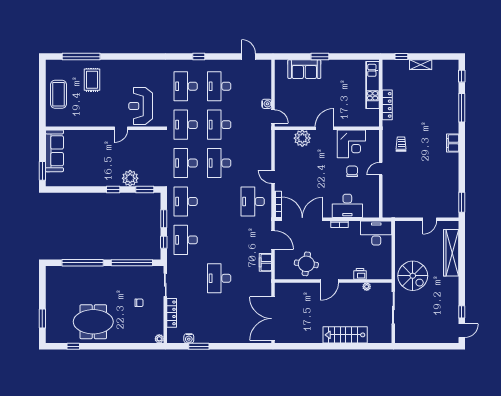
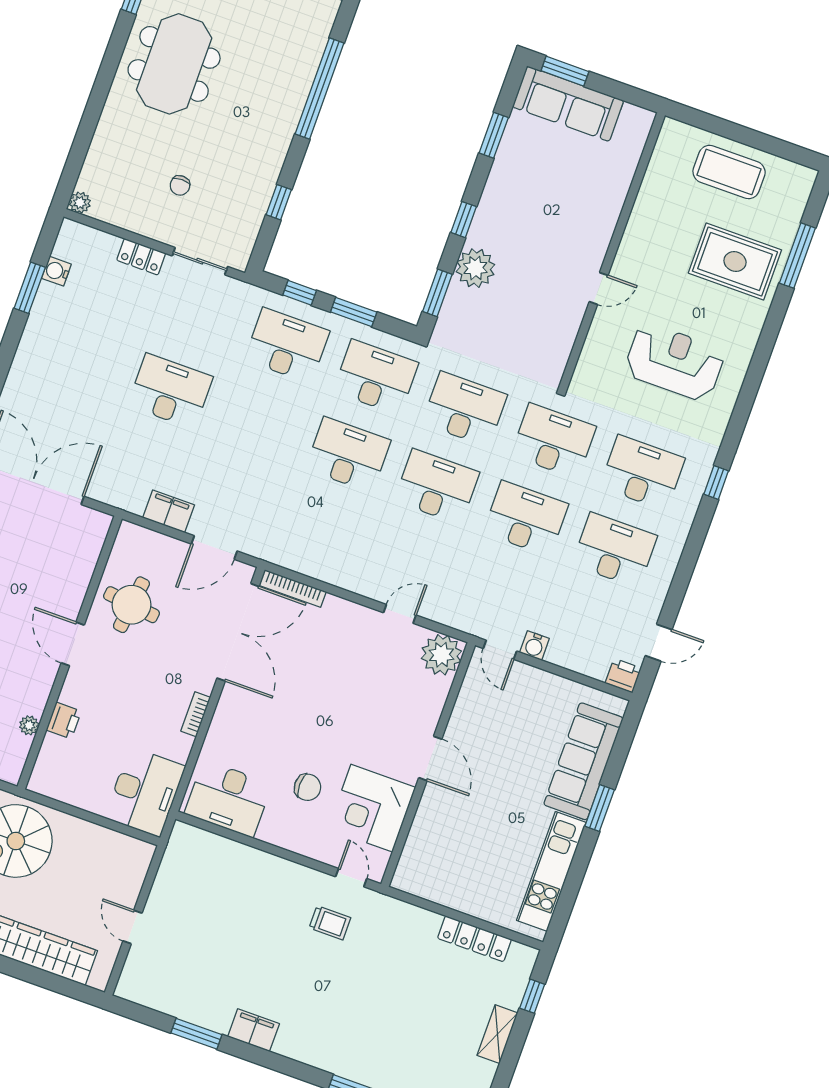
window: (81, 57) -> (797, 256), width x0.68
window: (199, 57) -> (716, 482), moved
printer: (266, 66) -> (623, 676), added
sofa: (304, 69) -> (583, 761), width x1.36
rug: (92, 80) -> (735, 261), width x1.36, depth x1.43
kitchen unit: (373, 85) -> (551, 871), moved, turned -90
locker: (387, 105) -> (474, 939), moved
reception desk: (141, 106) -> (674, 362), moved
door: (273, 116) -> (500, 650), hinge flipped
door: (121, 128) -> (599, 289), swing flipped
plant: (302, 138) -> (441, 655), moved
filing cabinet: (453, 143) -> (254, 1030), moved
sofa: (54, 151) -> (568, 104), moved
door: (381, 169) -> (351, 878), moved
door: (273, 177) -> (400, 614), moved
window: (77, 189) -> (494, 135), added
desk: (253, 201) -> (348, 455), moved
window: (462, 202) -> (196, 1034), moved
desk: (347, 206) -> (228, 799), moved, turned -90
window: (132, 263) -> (279, 202), width x0.32
locker: (172, 313) -> (141, 257), width x0.66

